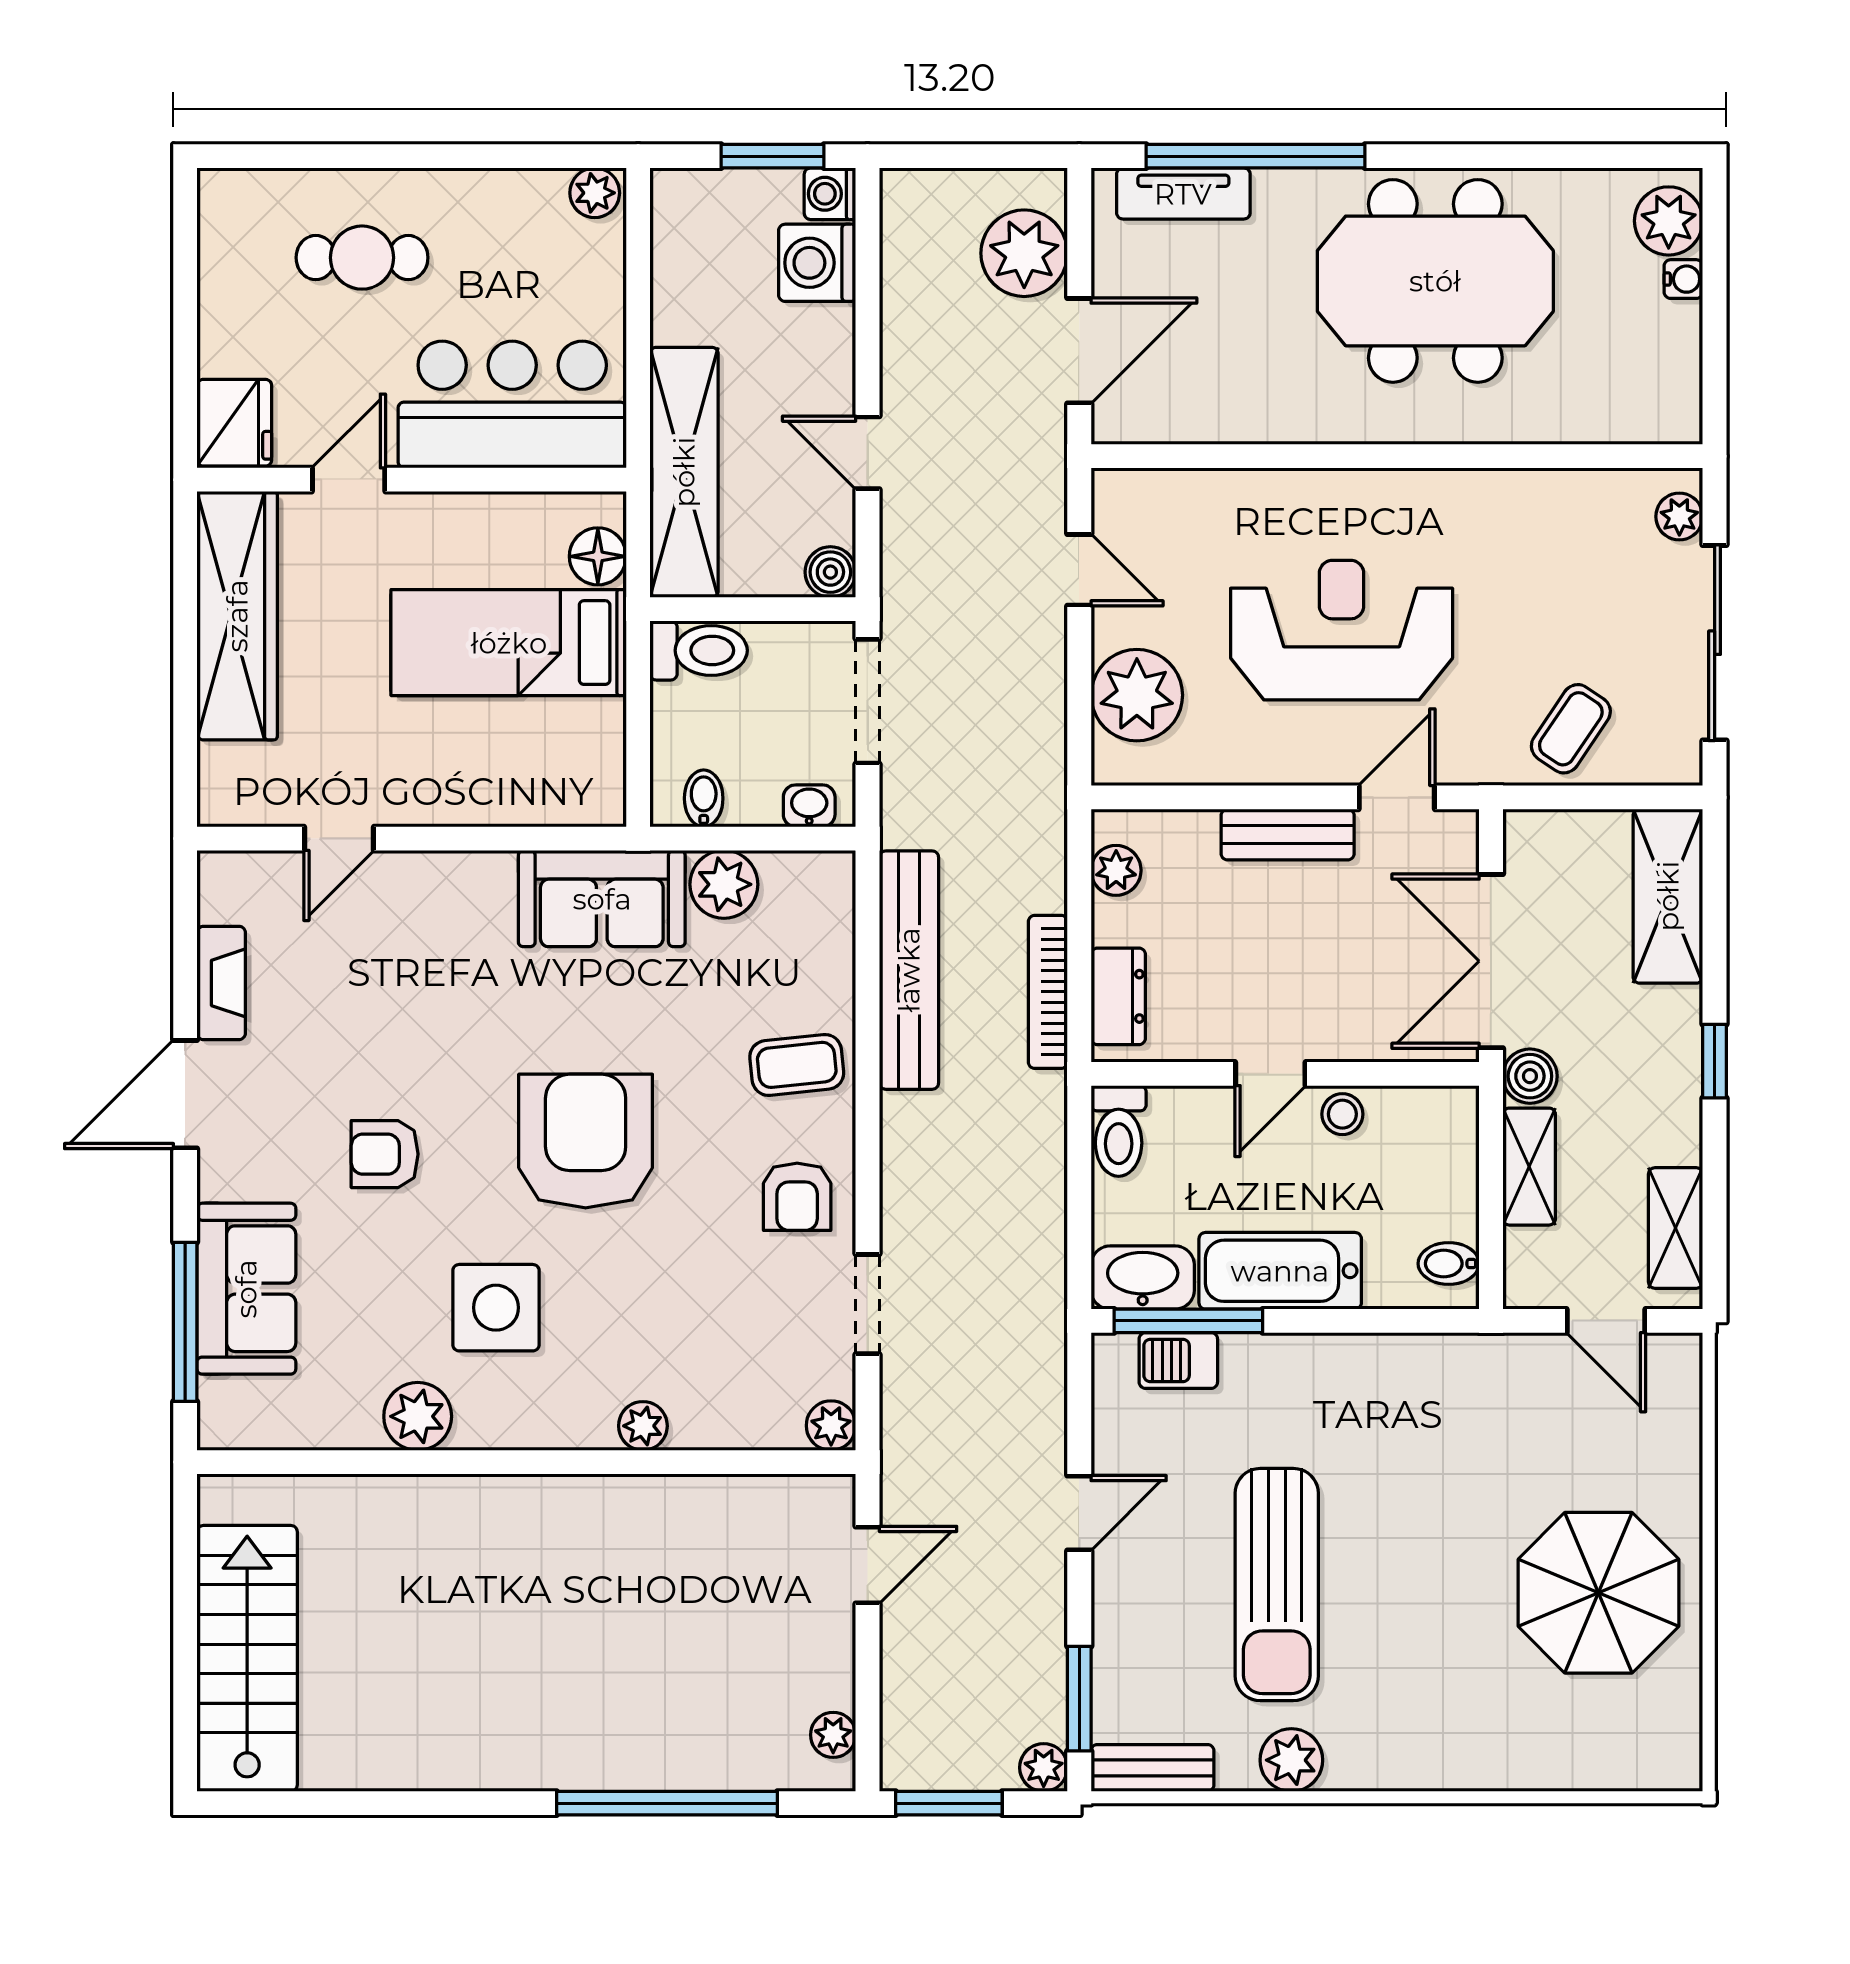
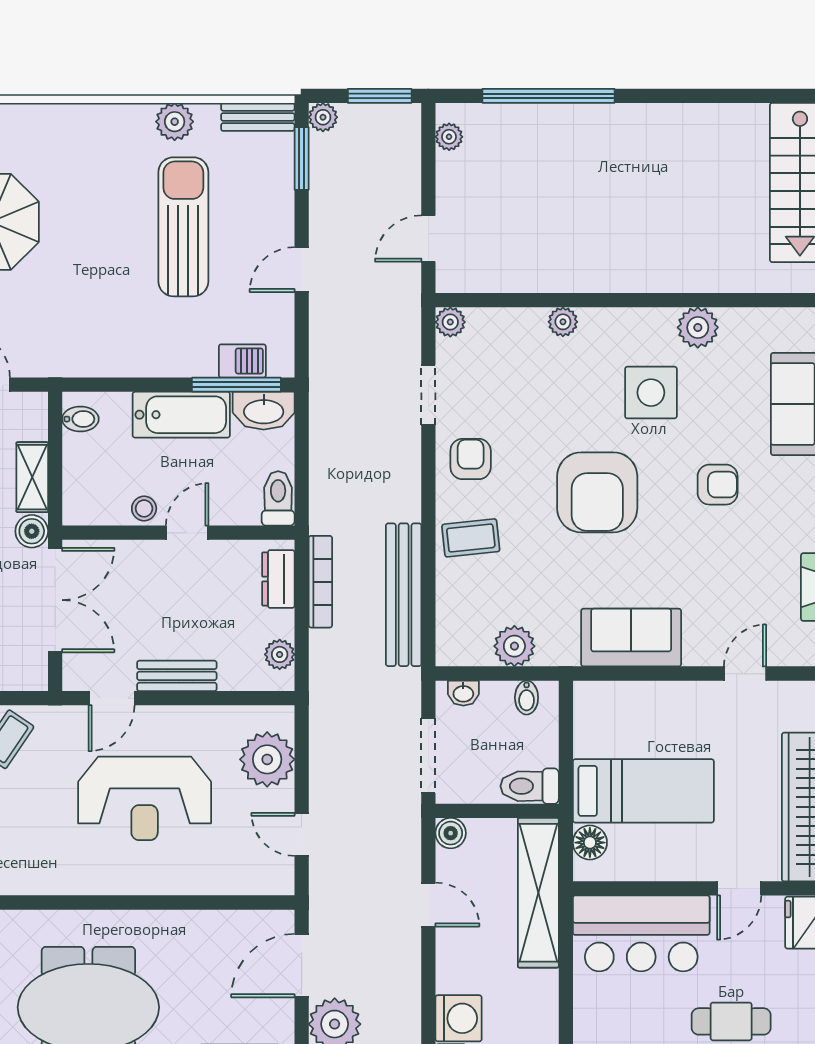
sofa: (602, 899) -> (631, 638), moved

